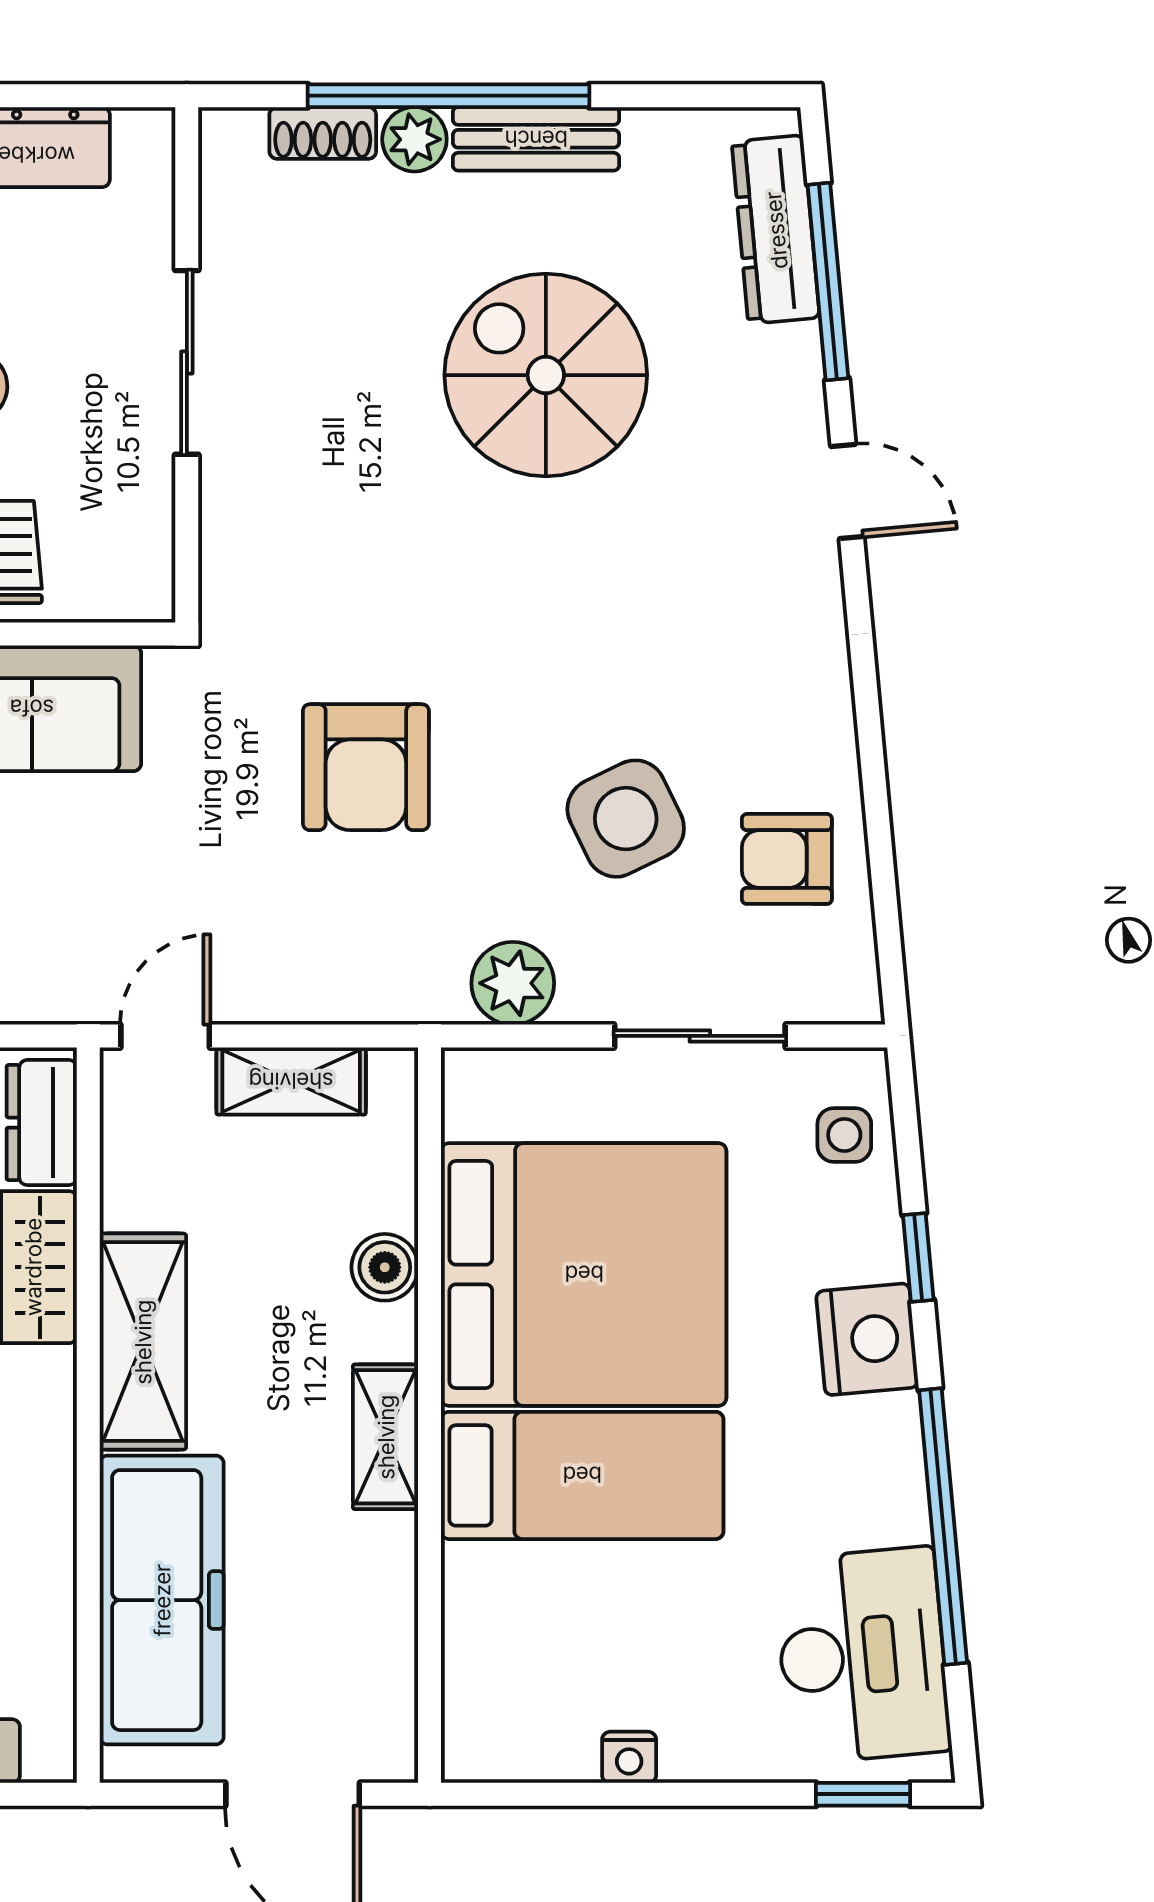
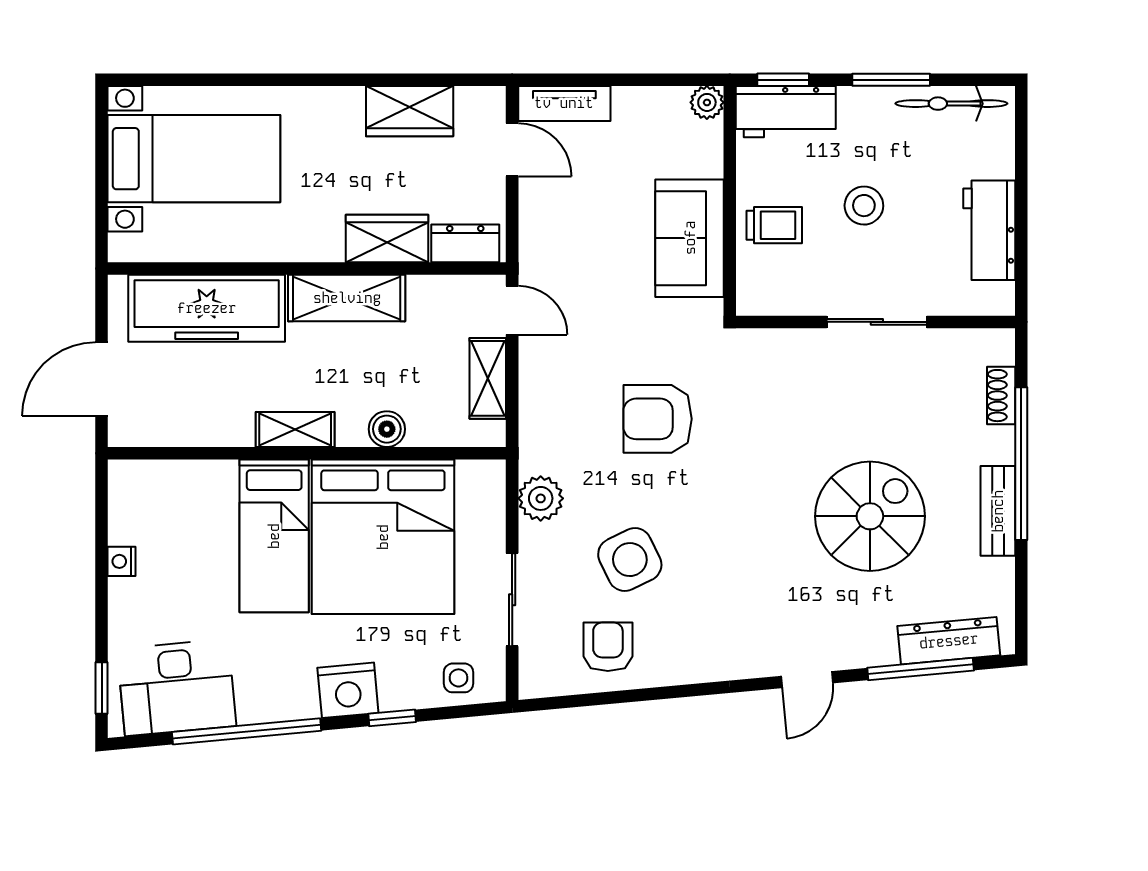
plant: (414, 139) -> (998, 445), removed

